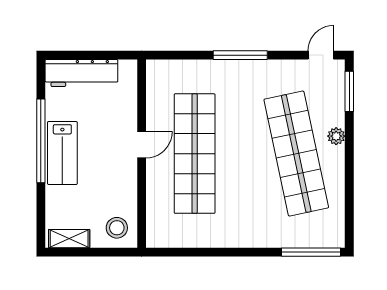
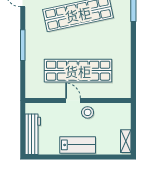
window: (41, 141) -> (71, 157), removed
stool: (117, 228) -> (88, 112), moved

